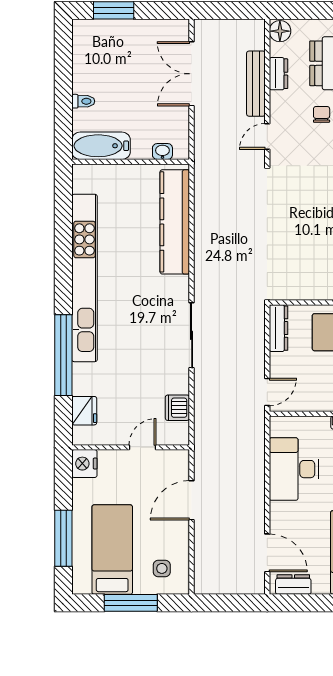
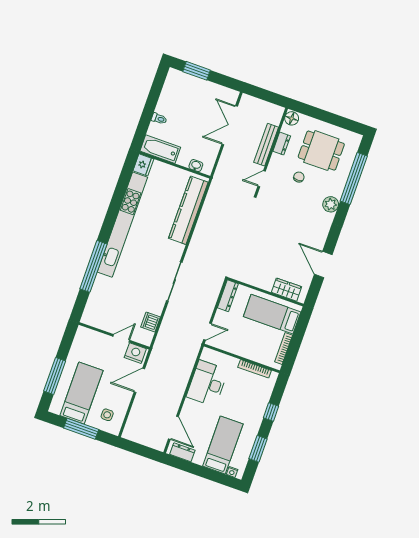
fridge: (84, 411) -> (143, 165), moved
nightstand: (84, 464) -> (135, 353), moved, turned 90

